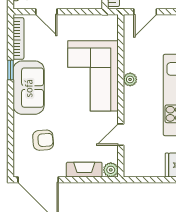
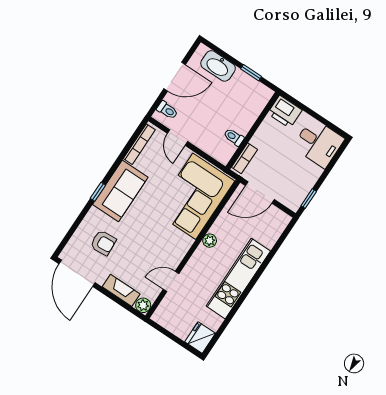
door: (145, 12) -> (260, 192), width x1.38
window: (10, 70) -> (98, 192), moved
corner sofa: (93, 76) -> (194, 196), moved

